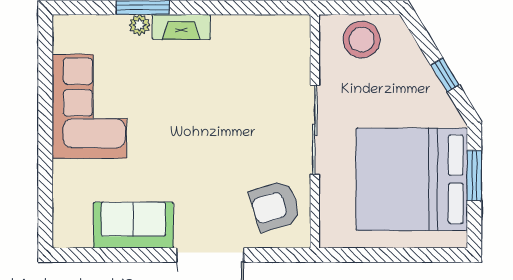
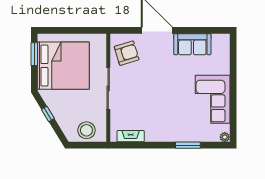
plant: (139, 25) -> (225, 137), moved
fireplace: (181, 27) -> (131, 136), moved
window: (474, 176) -> (34, 54), moved

